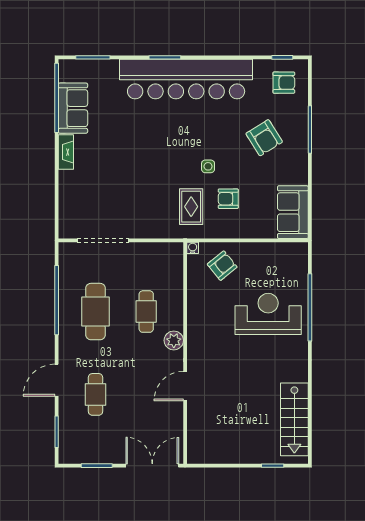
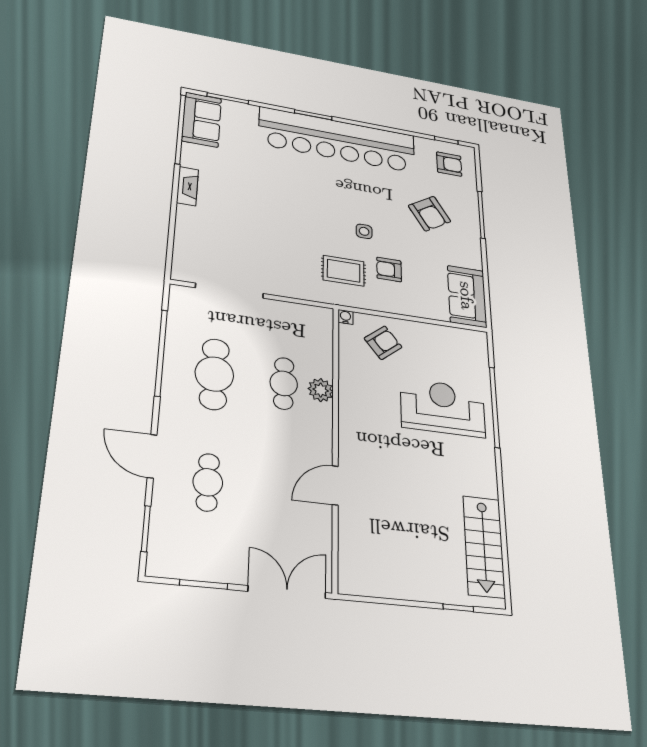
sofa: (73, 108) -> (202, 120), moved
rug: (191, 207) -> (344, 271), turned 90
plant: (174, 340) -> (321, 390), moved
door: (57, 380) -> (152, 456), hinge flipped

